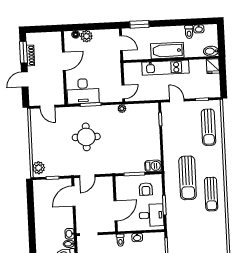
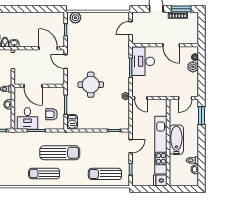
bidet: (211, 51) -> (174, 179), removed
kitchen unit: (165, 68) -> (161, 145), width x1.36
round table: (86, 137) -> (91, 85), moved
sun lounger: (188, 178) -> (60, 153), turned 180

